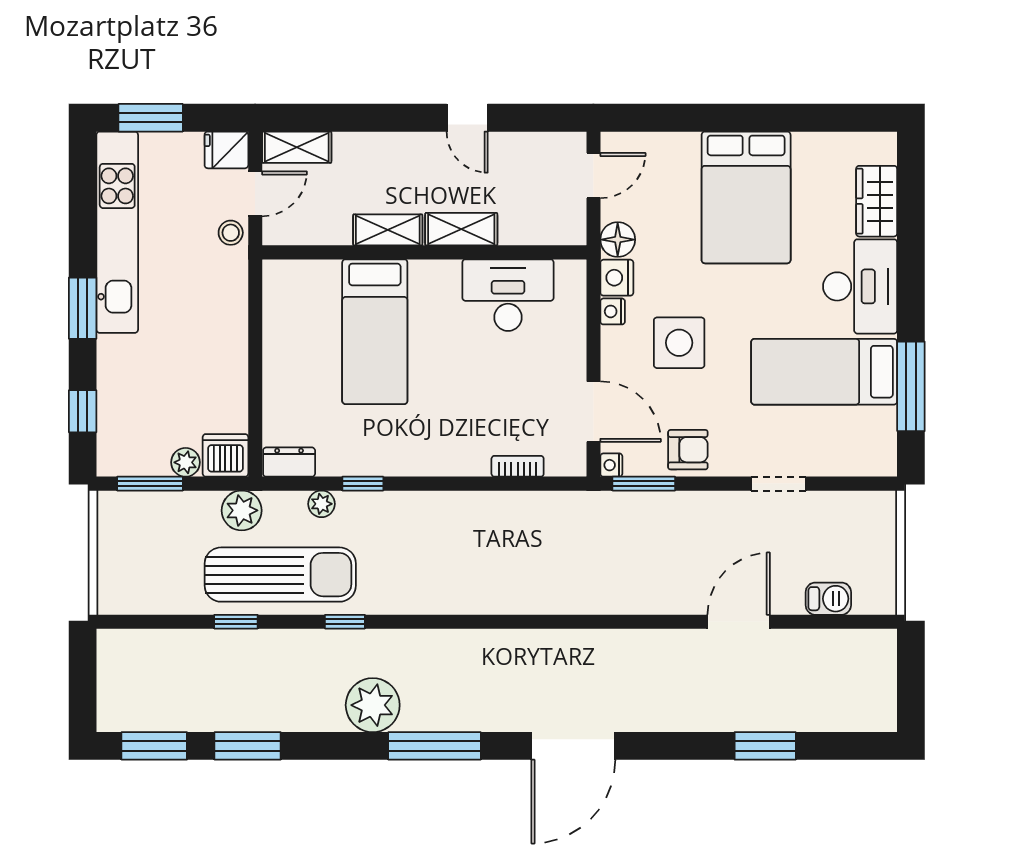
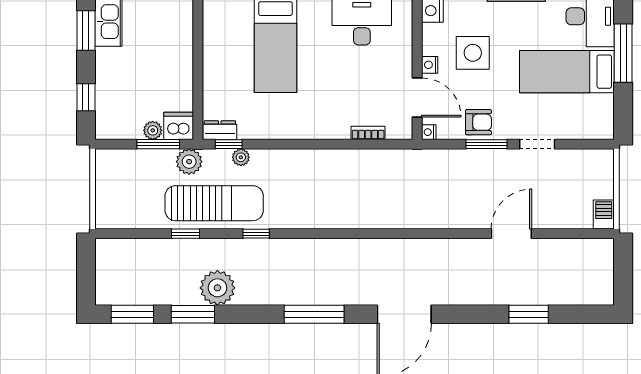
nightstand: (613, 311) -> (430, 65), moved
window: (911, 386) -> (623, 53), moved
window: (150, 484) -> (158, 144), moved
window: (363, 484) -> (229, 144), moved
window: (644, 484) -> (487, 144), moved
barbecue: (828, 599) -> (604, 215), moved, turned -90
plant: (373, 705) -> (217, 288), moved

